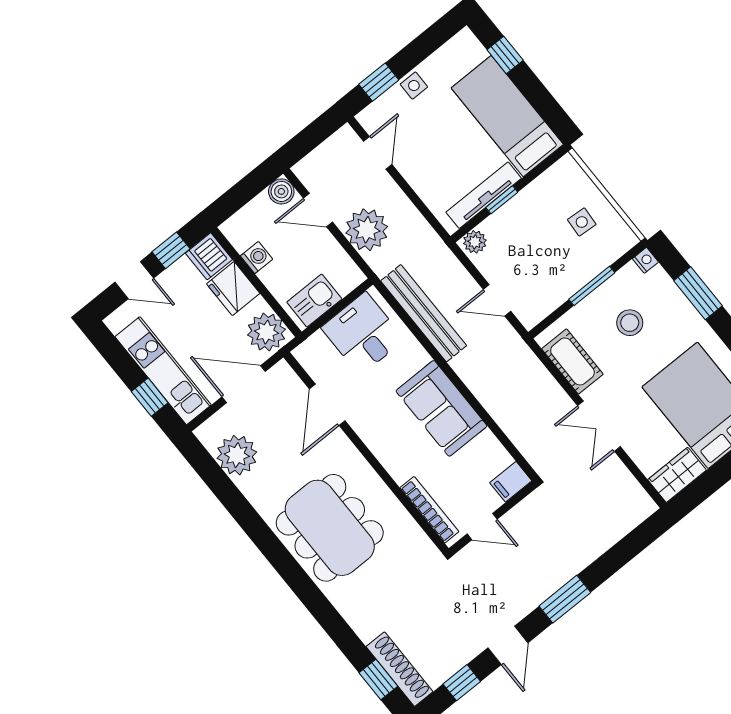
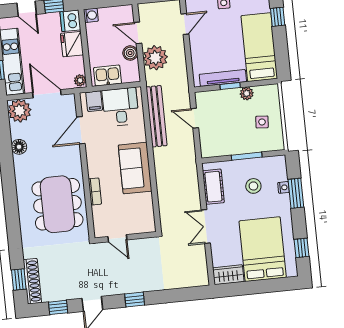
boiler: (281, 191) -> (130, 53), moved
plant: (475, 242) -> (247, 93), moved
washing machine: (257, 257) -> (91, 15), moved
nightstand: (645, 260) -> (284, 187), moved
door: (497, 300) -> (195, 118), moved
plant: (266, 332) -> (80, 80), width x0.53, depth x0.53
plant: (237, 455) -> (19, 111), moved
filing cabinet: (511, 482) -> (94, 101), moved, turned -90
floor lamp: (253, 487) -> (19, 147), added
bookcase: (429, 510) -> (95, 191), moved, width x0.64
dining table: (330, 528) -> (57, 204), moved
window: (565, 599) -> (135, 300), width x0.67

